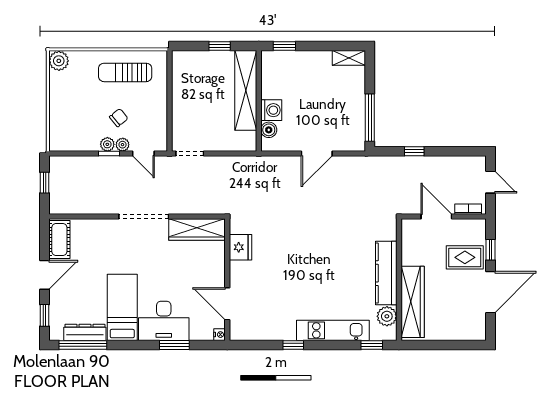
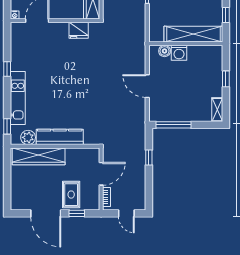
window: (284, 46) -> (226, 79), moved
door: (491, 182) -> (126, 213), hinge flipped

